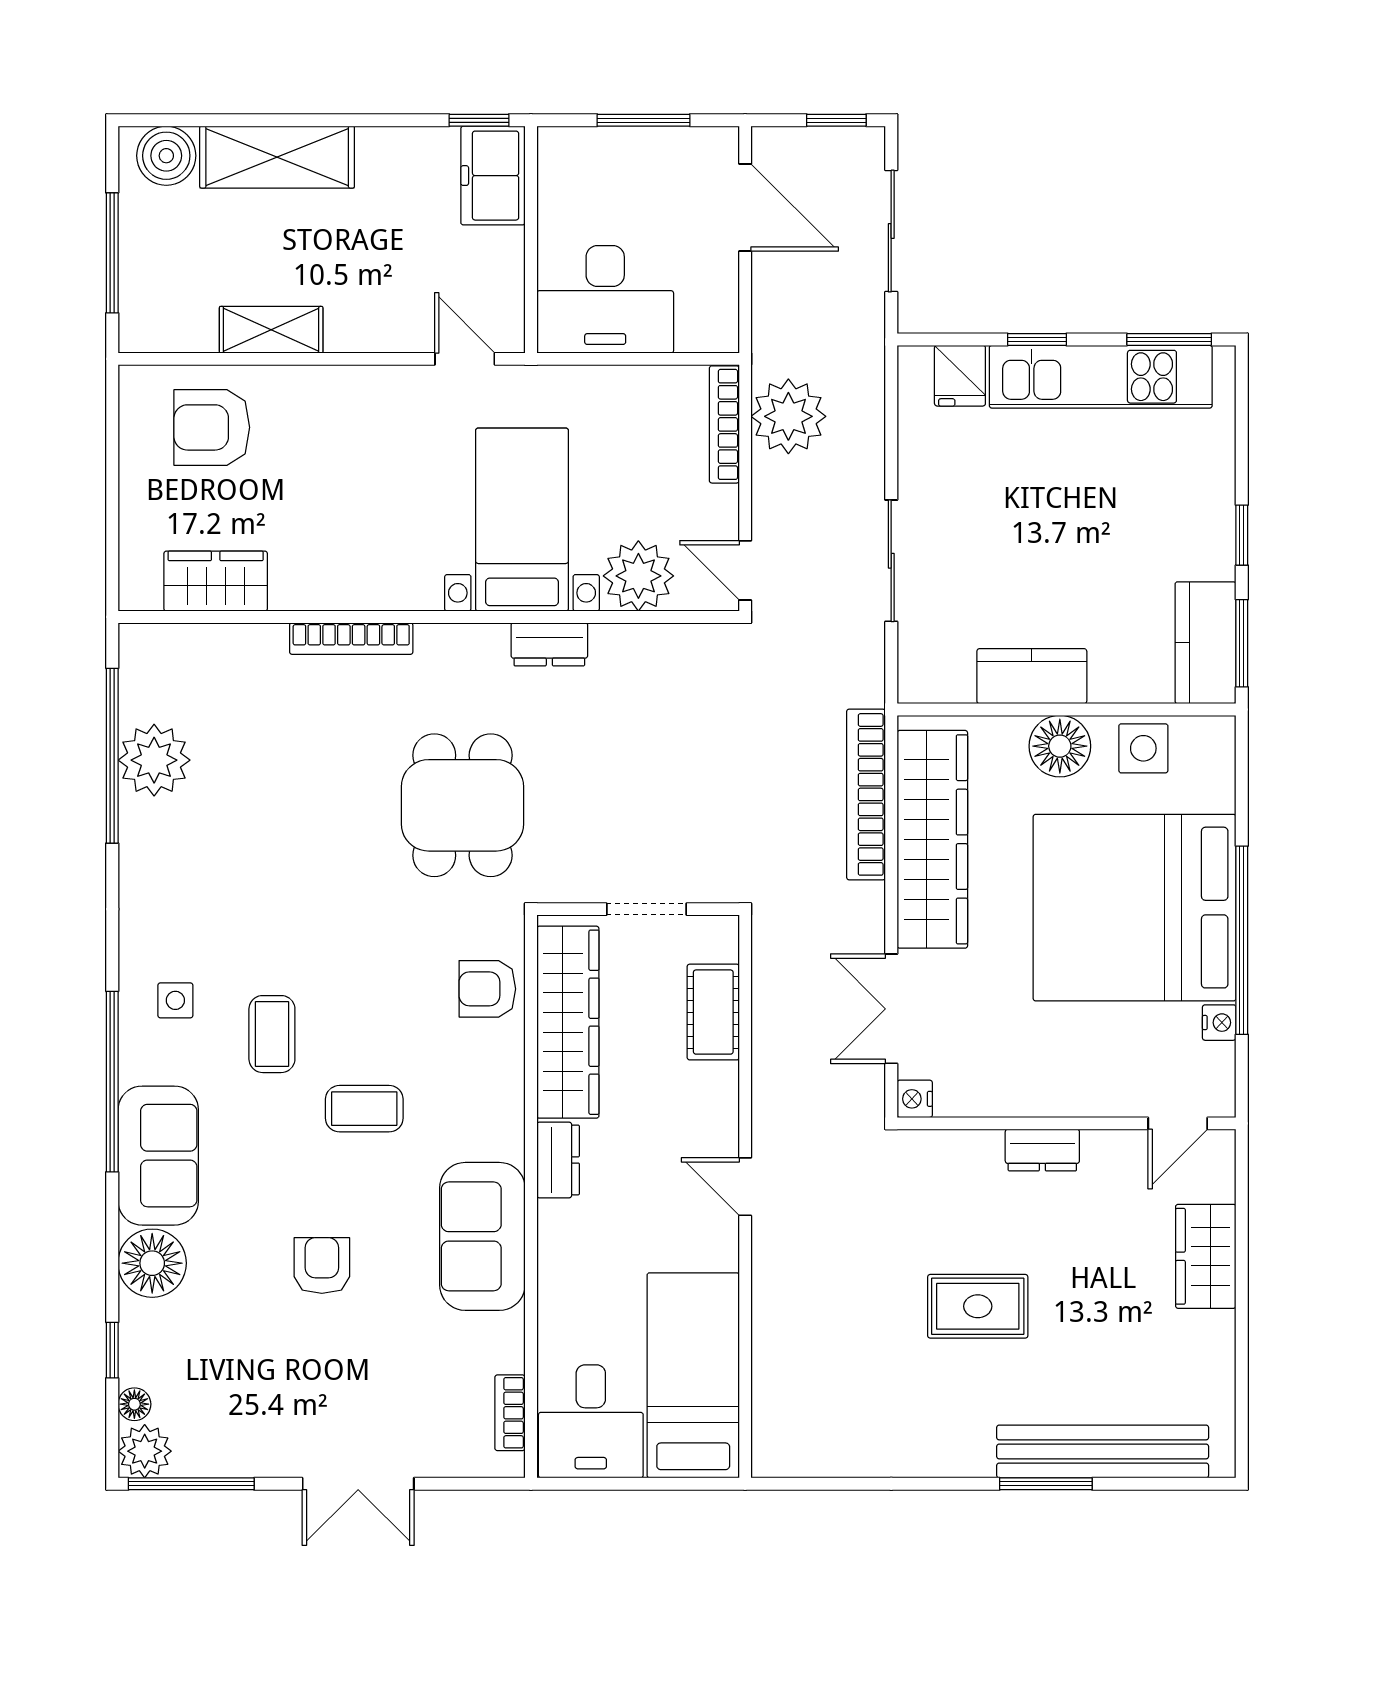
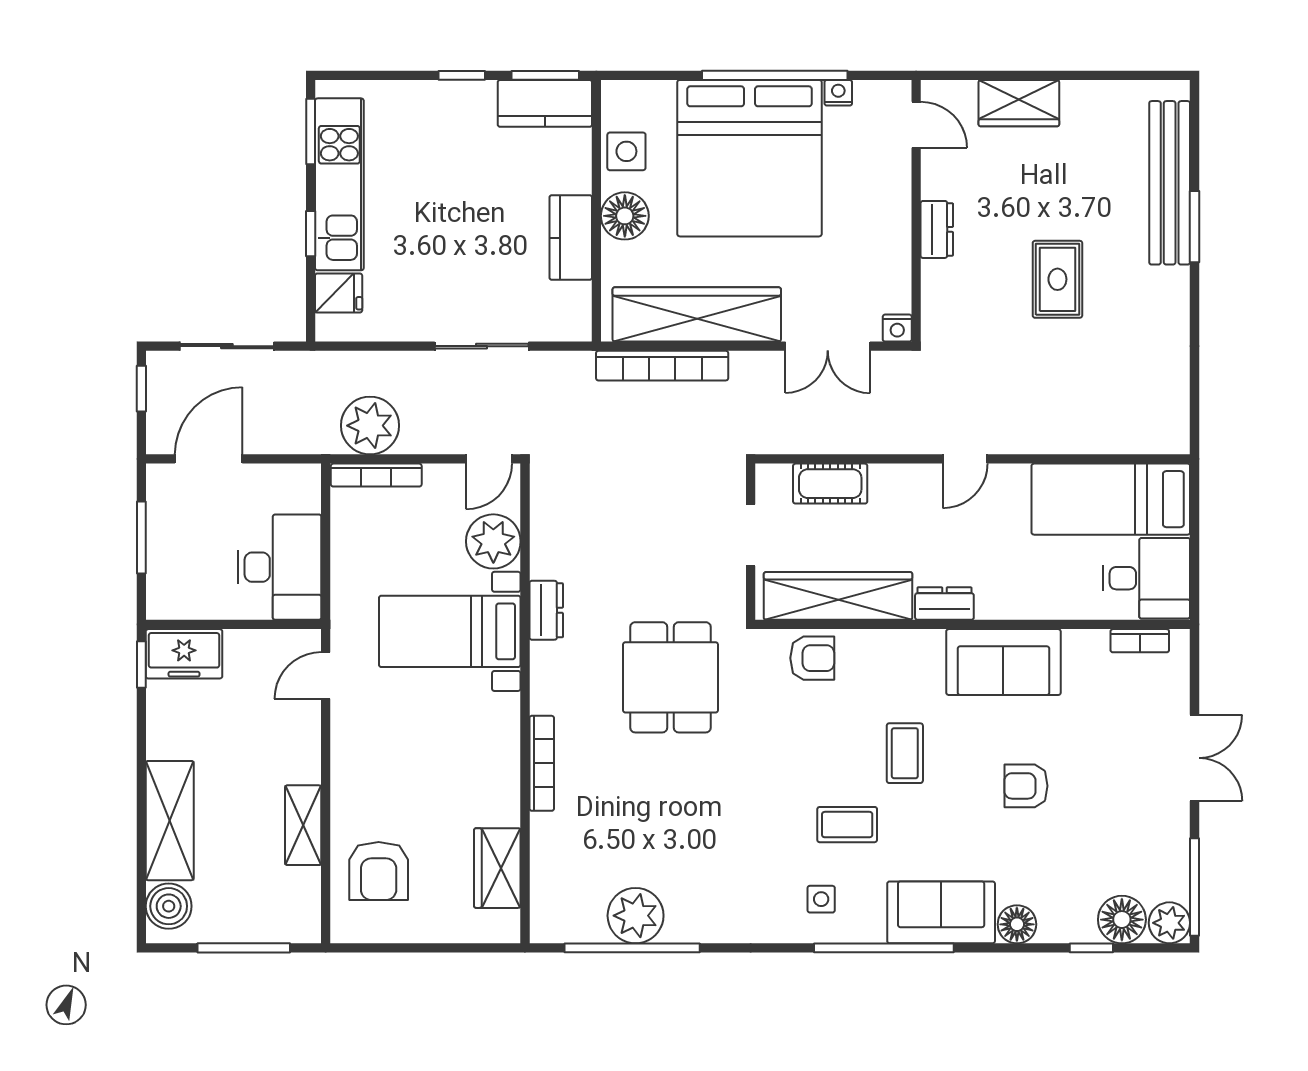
dining table: (462, 805) -> (670, 677), turned 90
armchair: (487, 989) -> (812, 658), turned -90
floor lamp: (152, 1263) -> (1017, 924), width x0.73, depth x0.73
floor lamp: (134, 1404) -> (1122, 920), width x1.89, depth x1.89

